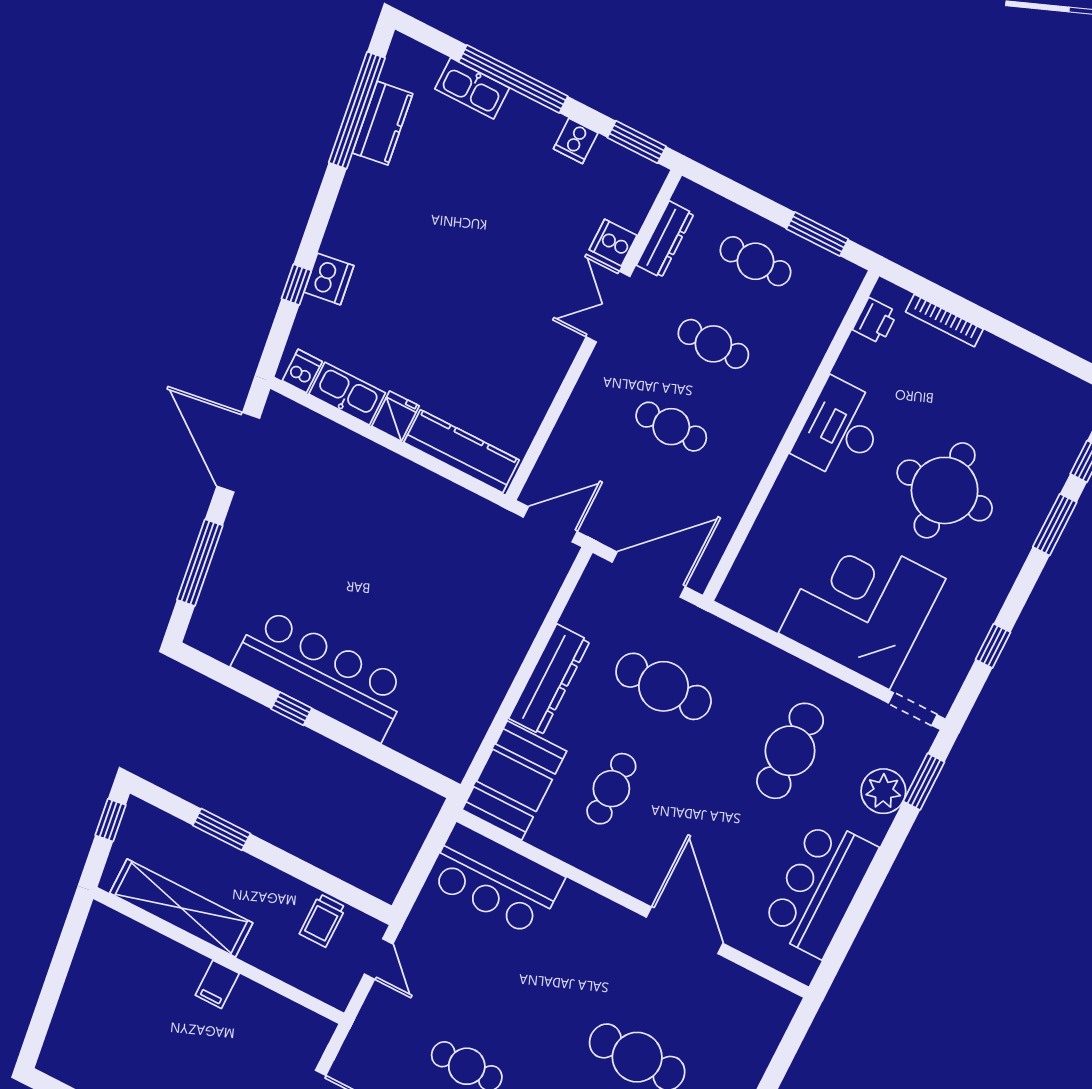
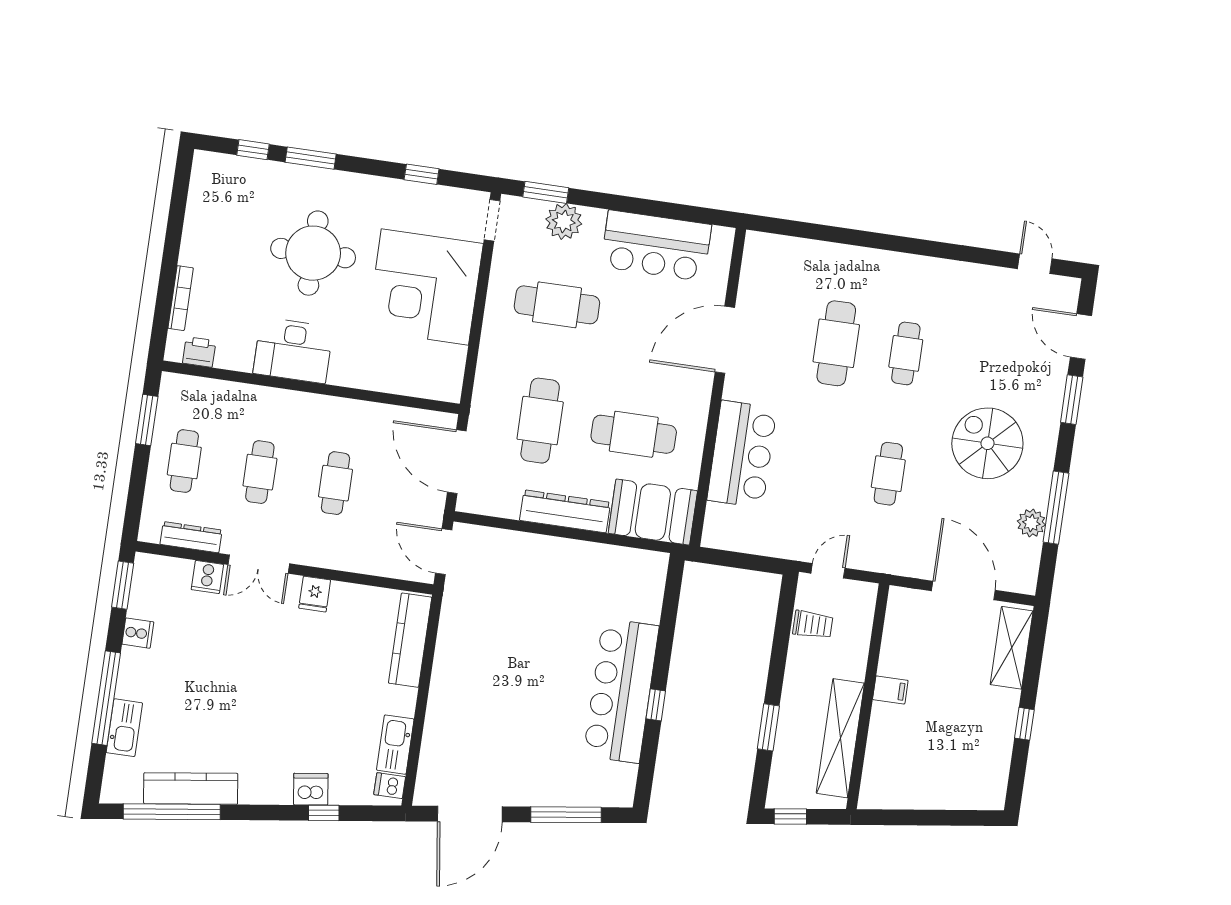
kitchen counter: (382, 123) -> (191, 789), width x1.50
fridge: (396, 416) -> (315, 594), moved, turned -90
cafe table: (611, 789) -> (634, 434), width x1.37, depth x1.35
bar counter: (495, 880) -> (742, 454), moved

